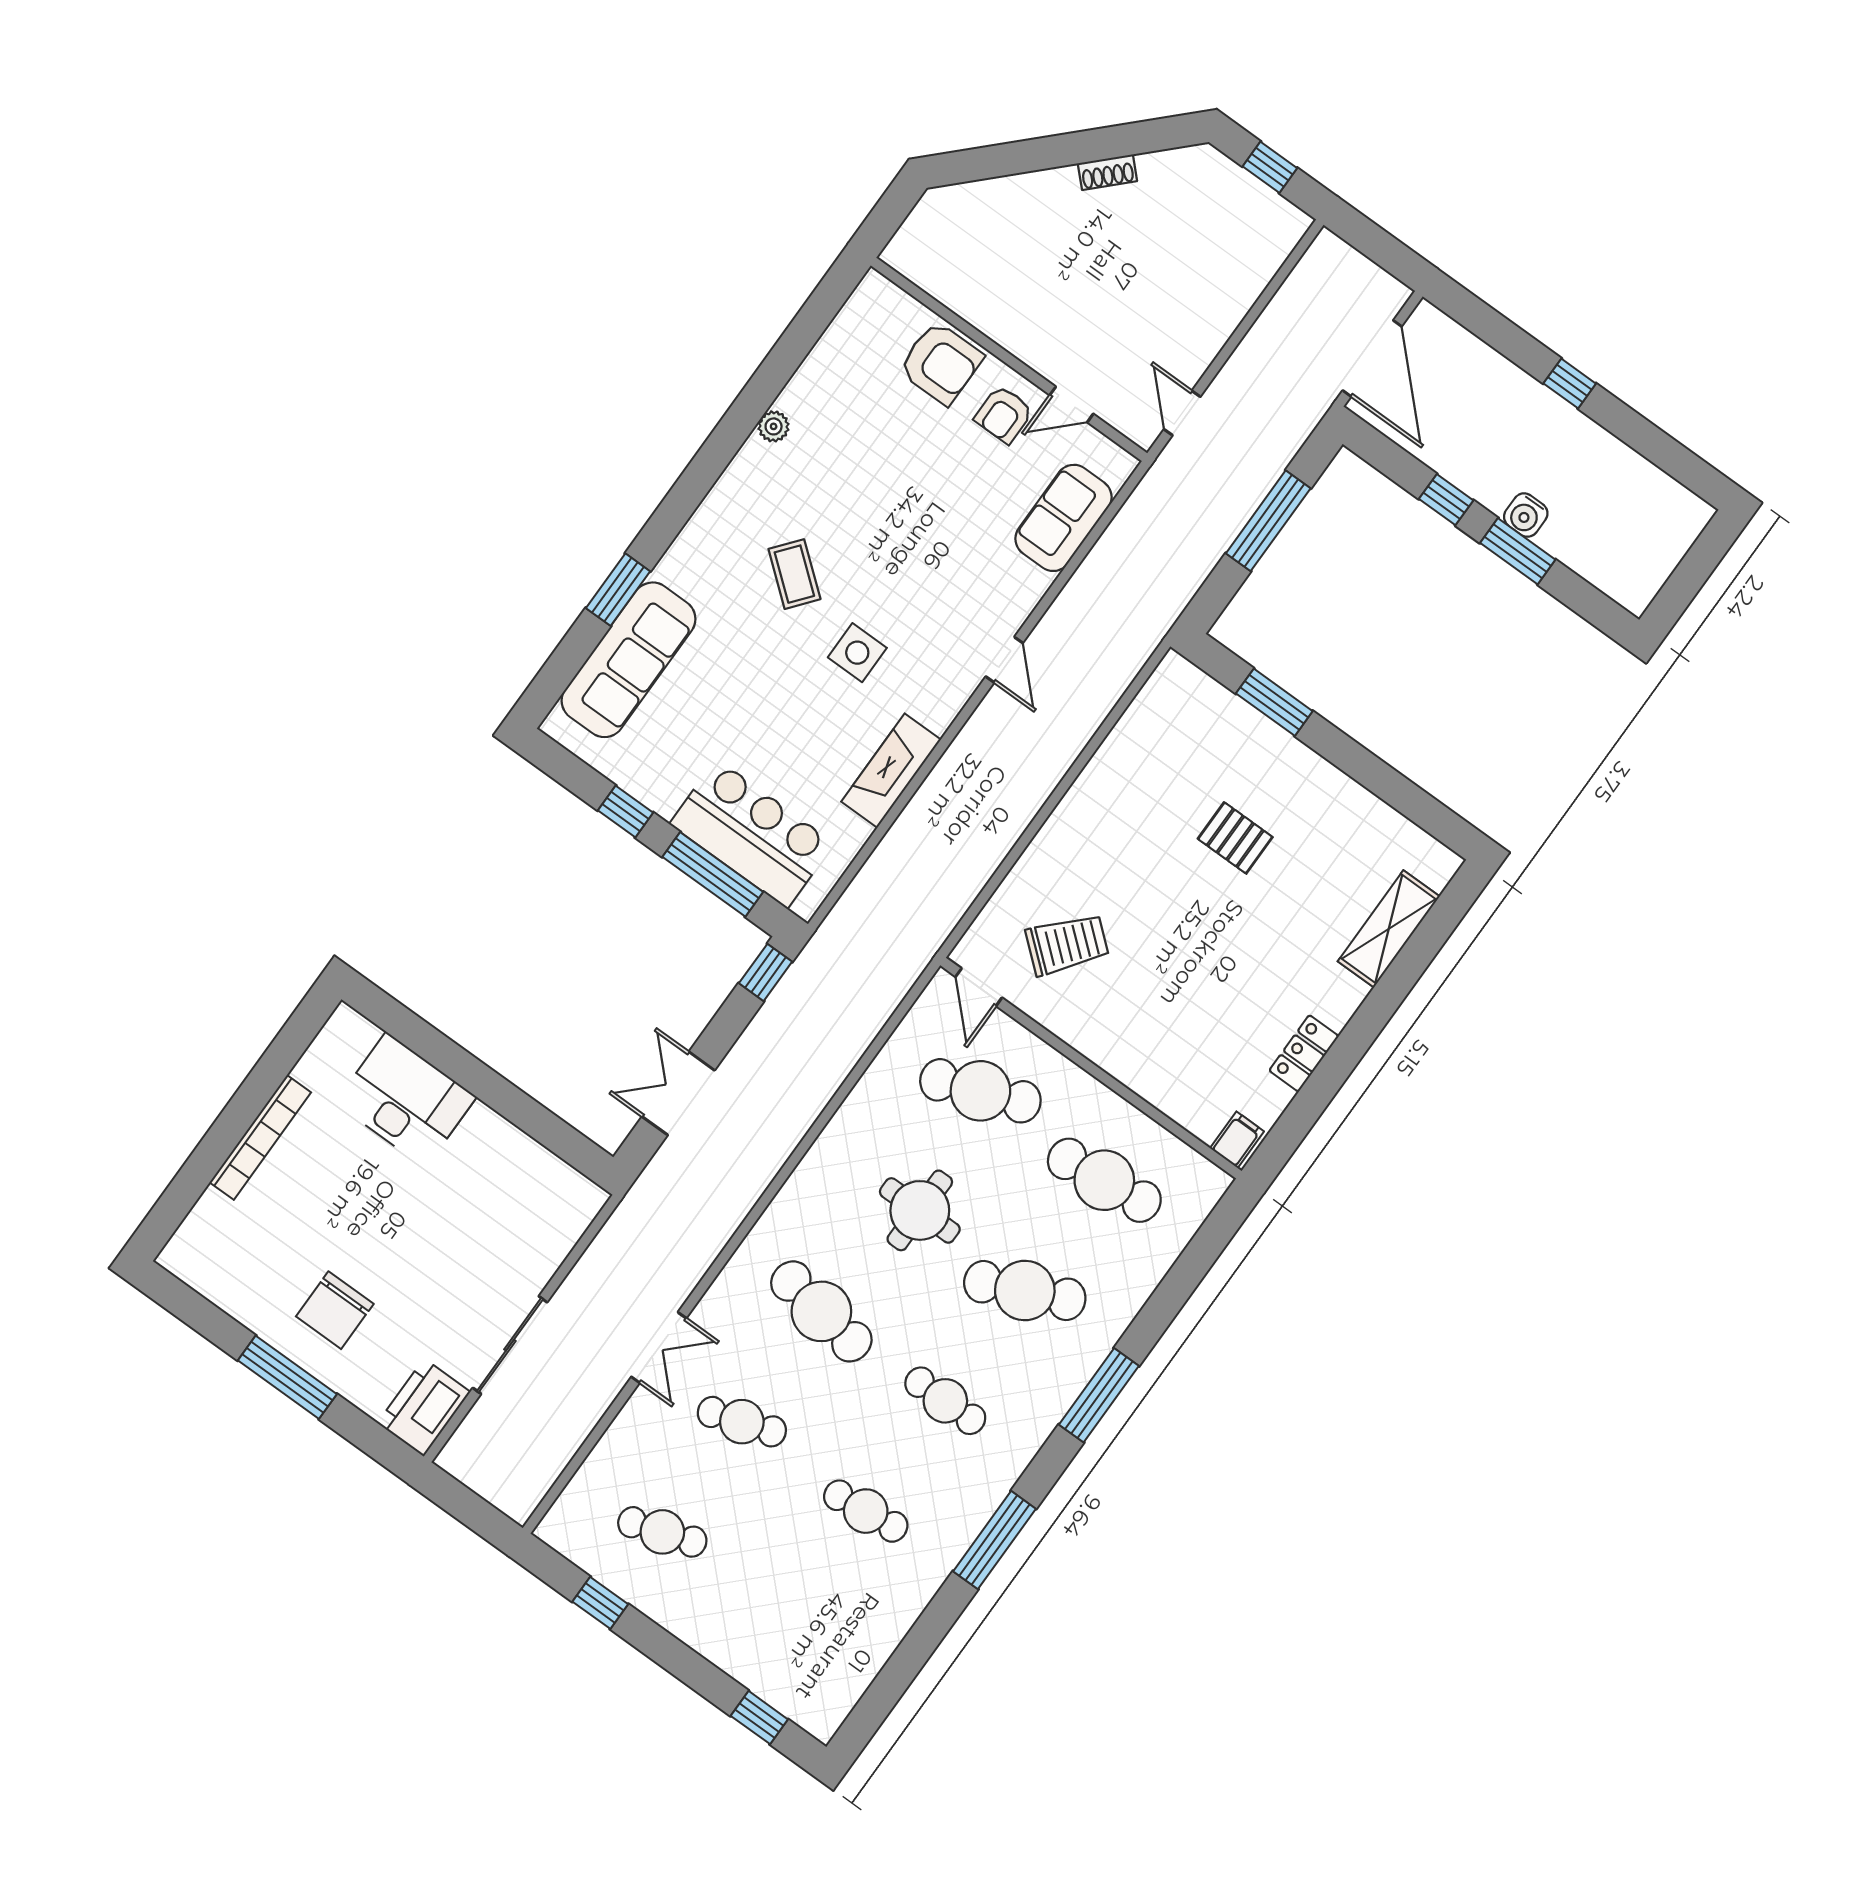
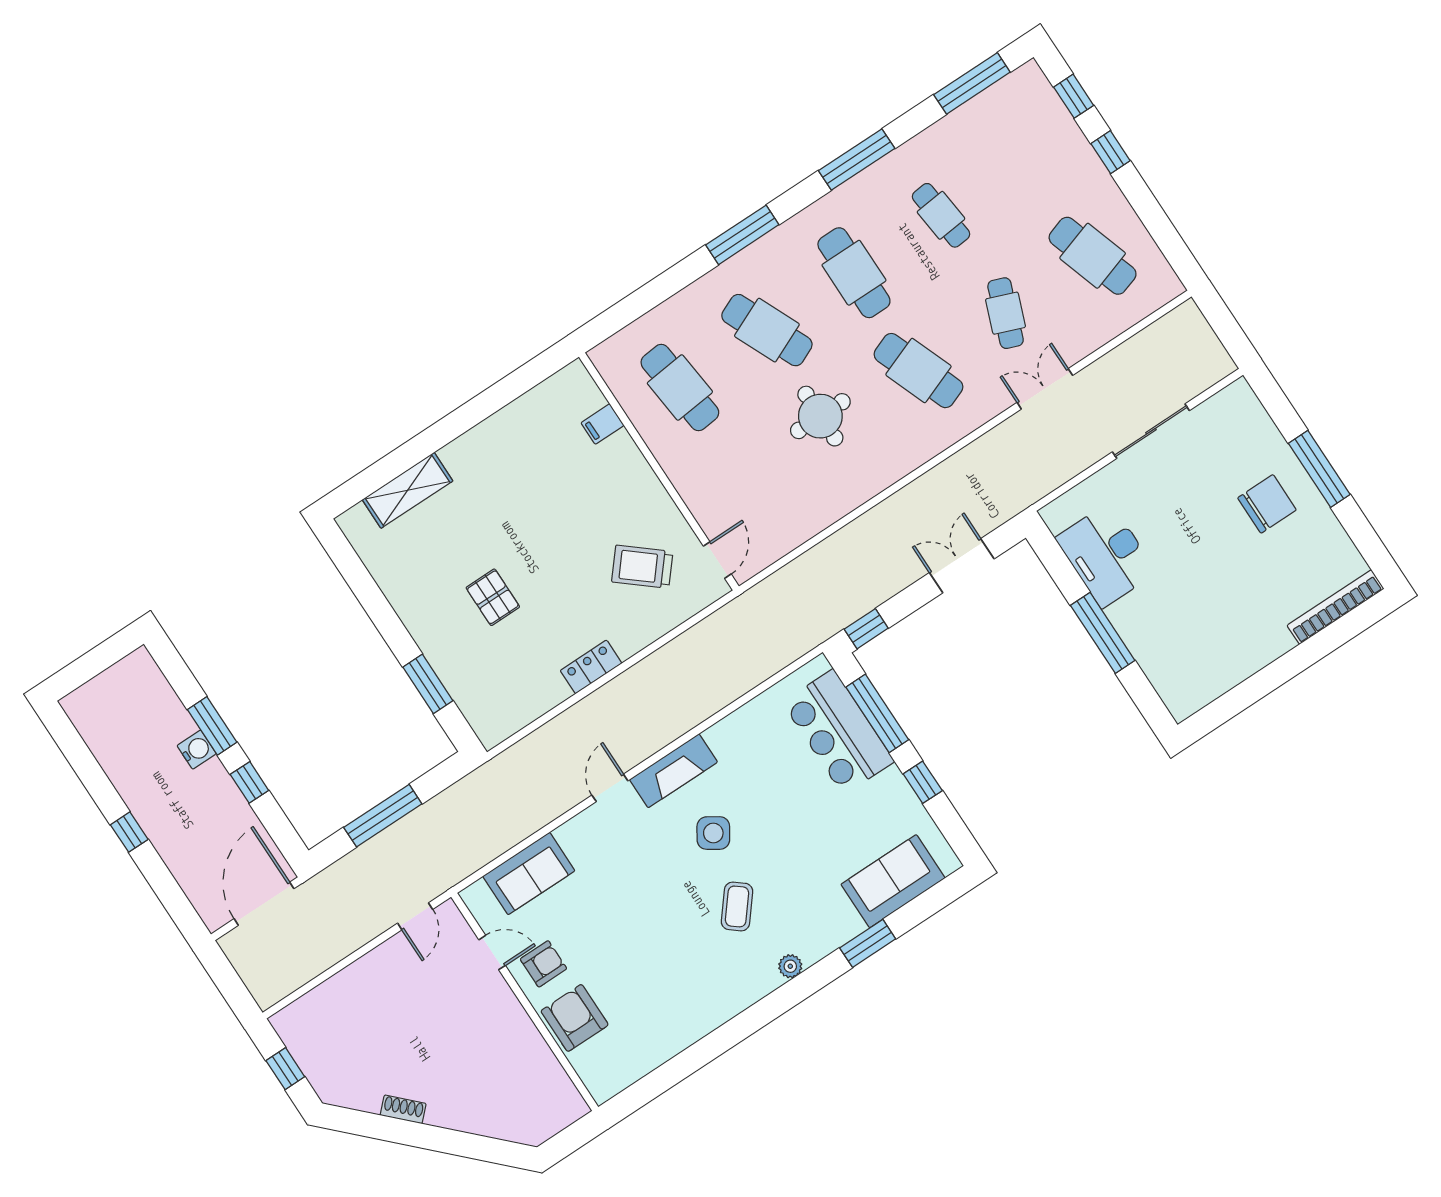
plant: (774, 426) -> (790, 966), moved
side table: (857, 653) -> (713, 833), turned 33
sofa: (628, 660) -> (893, 881), width x0.73
fireplace: (891, 771) -> (673, 771), moved
locker: (1304, 1053) -> (591, 667), moved, turned 180
window: (475, 1077) -> (1103, 633), added
cafe table: (980, 1091) -> (744, 485), removed
double door: (678, 1093) -> (962, 566), swing flipped
desk: (406, 1100) -> (1106, 555), moved
bookcase: (260, 1137) -> (1336, 607), moved
filing cabinet: (1237, 1140) -> (603, 424), moved
cafe table: (821, 1311) -> (918, 371), turned -30
cafe table: (945, 1401) -> (854, 273), width x1.37, depth x1.35
printer: (424, 1407) -> (1230, 410), removed
cafe table: (742, 1422) -> (1006, 313), turned 39
cafe table: (662, 1532) -> (1093, 256), width x1.37, depth x1.35
window: (600, 1603) -> (1110, 152), moved
window: (889, 1686) -> (972, 83), added

